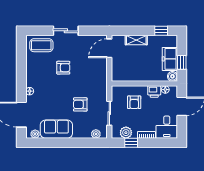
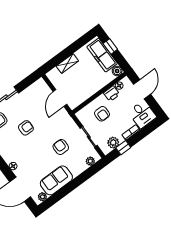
window: (161, 31) -> (82, 42), removed
door: (109, 48) -> (60, 98), moved
freezer: (170, 59) -> (102, 55), width x1.40
window: (182, 62) -> (110, 46), moved
armchair: (80, 104) -> (61, 147), turned 90

